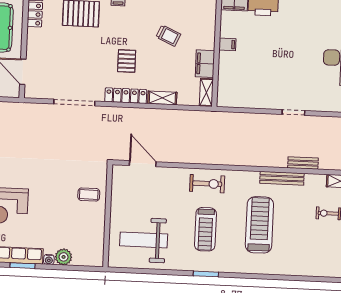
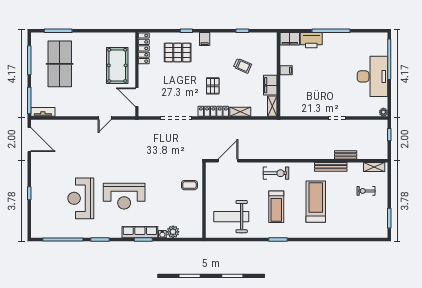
door: (143, 164) -> (228, 161), hinge flipped

